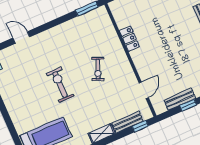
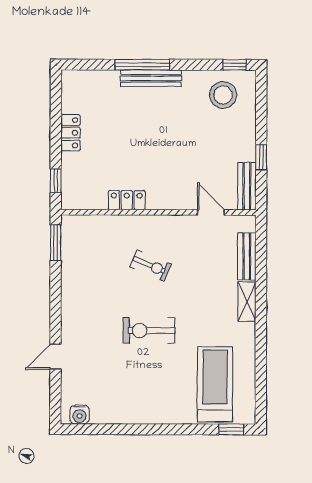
bench: (180, 99) -> (247, 186), moved
window: (140, 126) -> (261, 240), removed

